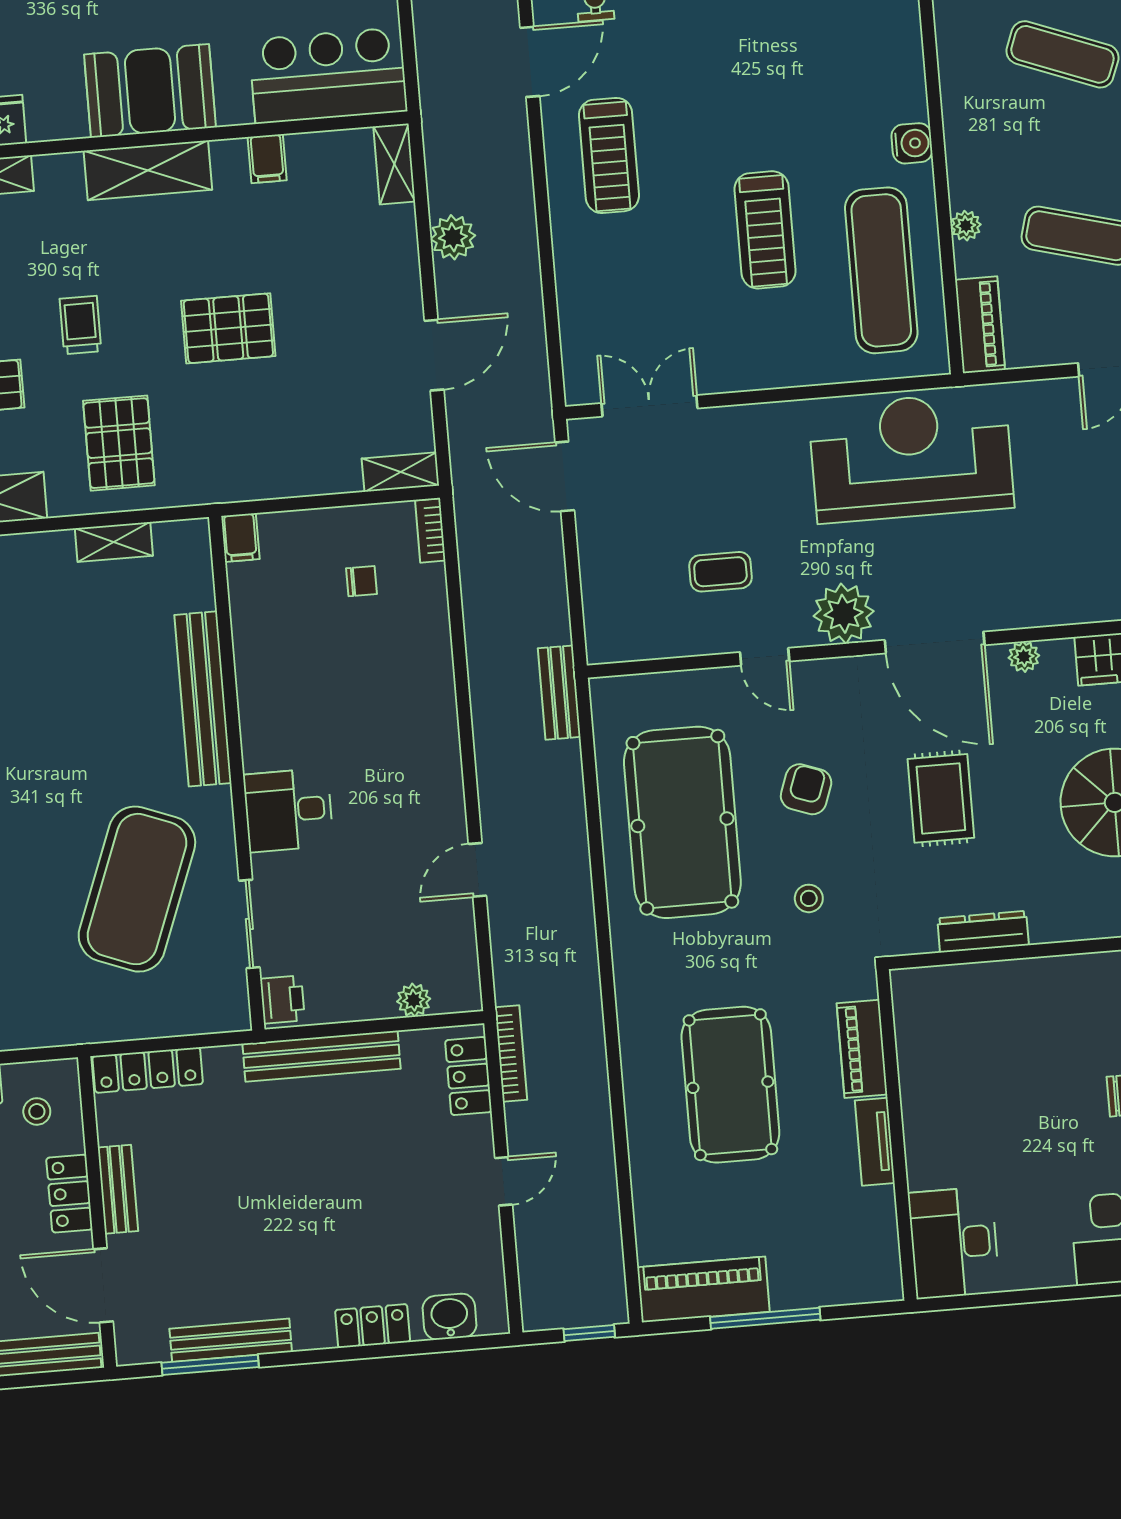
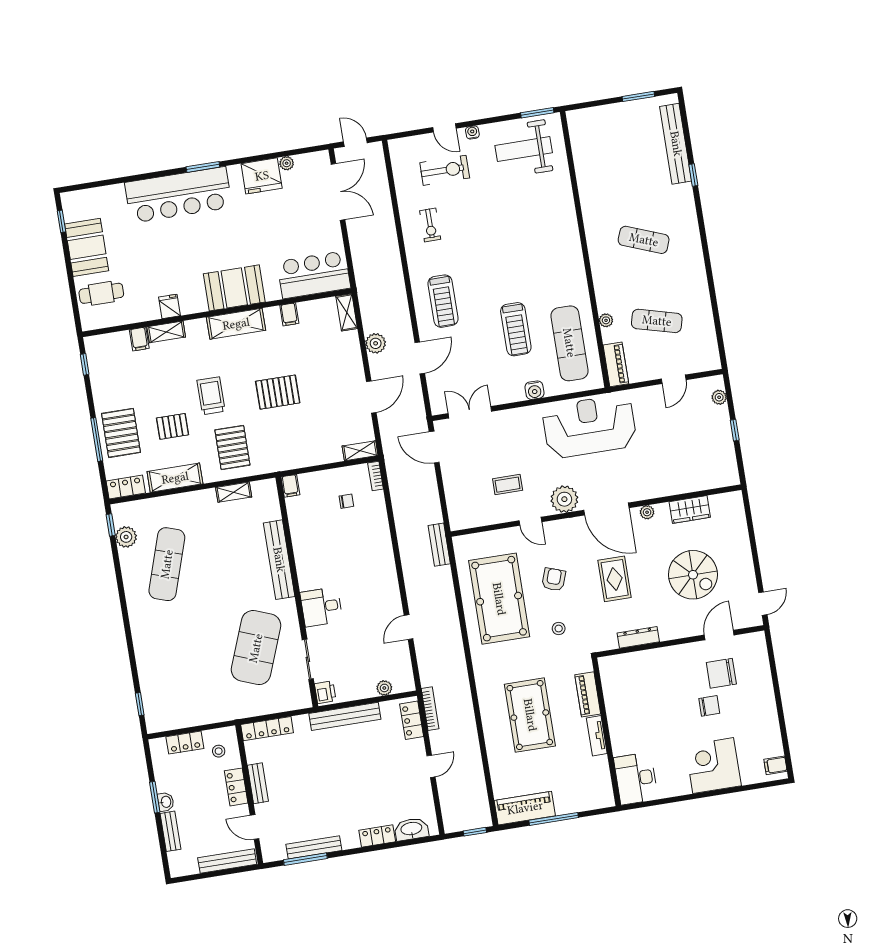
door: (530, 62) -> (420, 358), moved
water cooler: (912, 143) -> (534, 390), moved, turned 90
trolley: (80, 325) -> (211, 396), width x1.36, depth x1.39
door: (103, 1285) -> (255, 827), width x0.73
washbasin: (449, 1317) -> (411, 829), width x1.38

